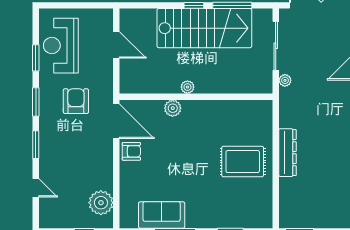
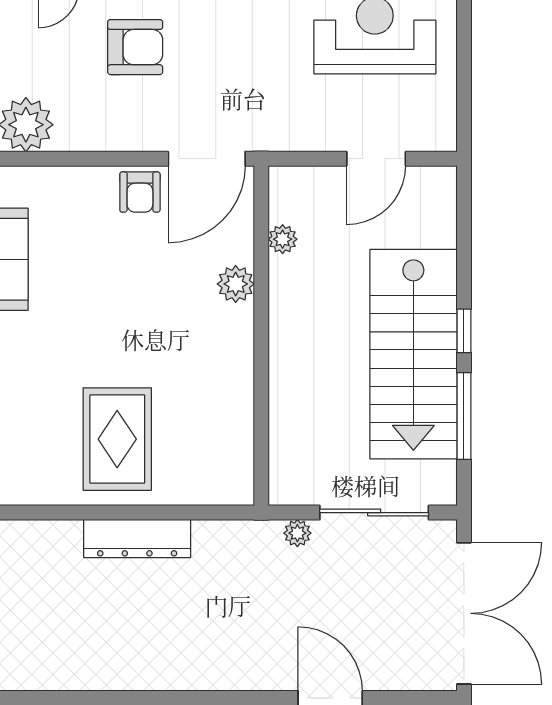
plant: (187, 87) -> (283, 239), moved
armchair: (76, 101) -> (135, 47), moved

